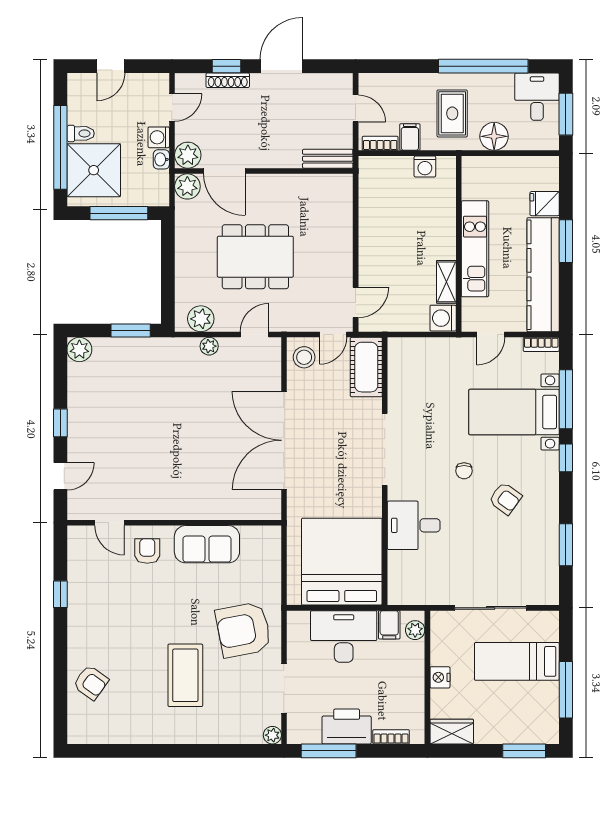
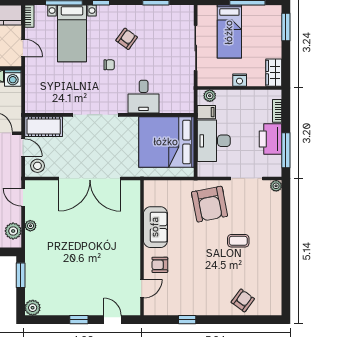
coffee table: (185, 675) -> (238, 241), width x0.54, depth x0.58

